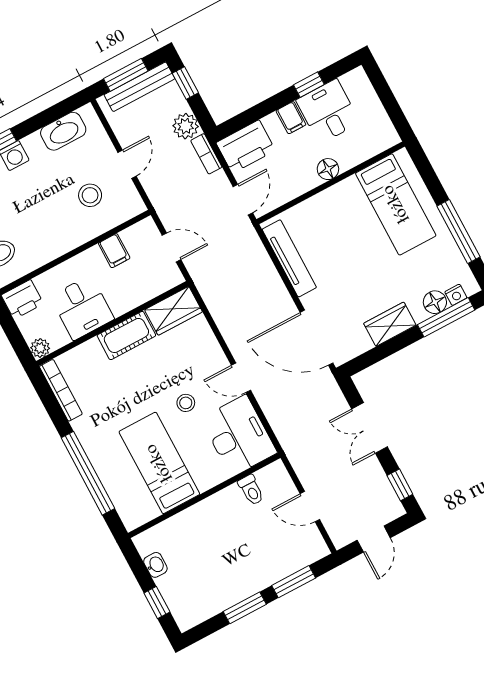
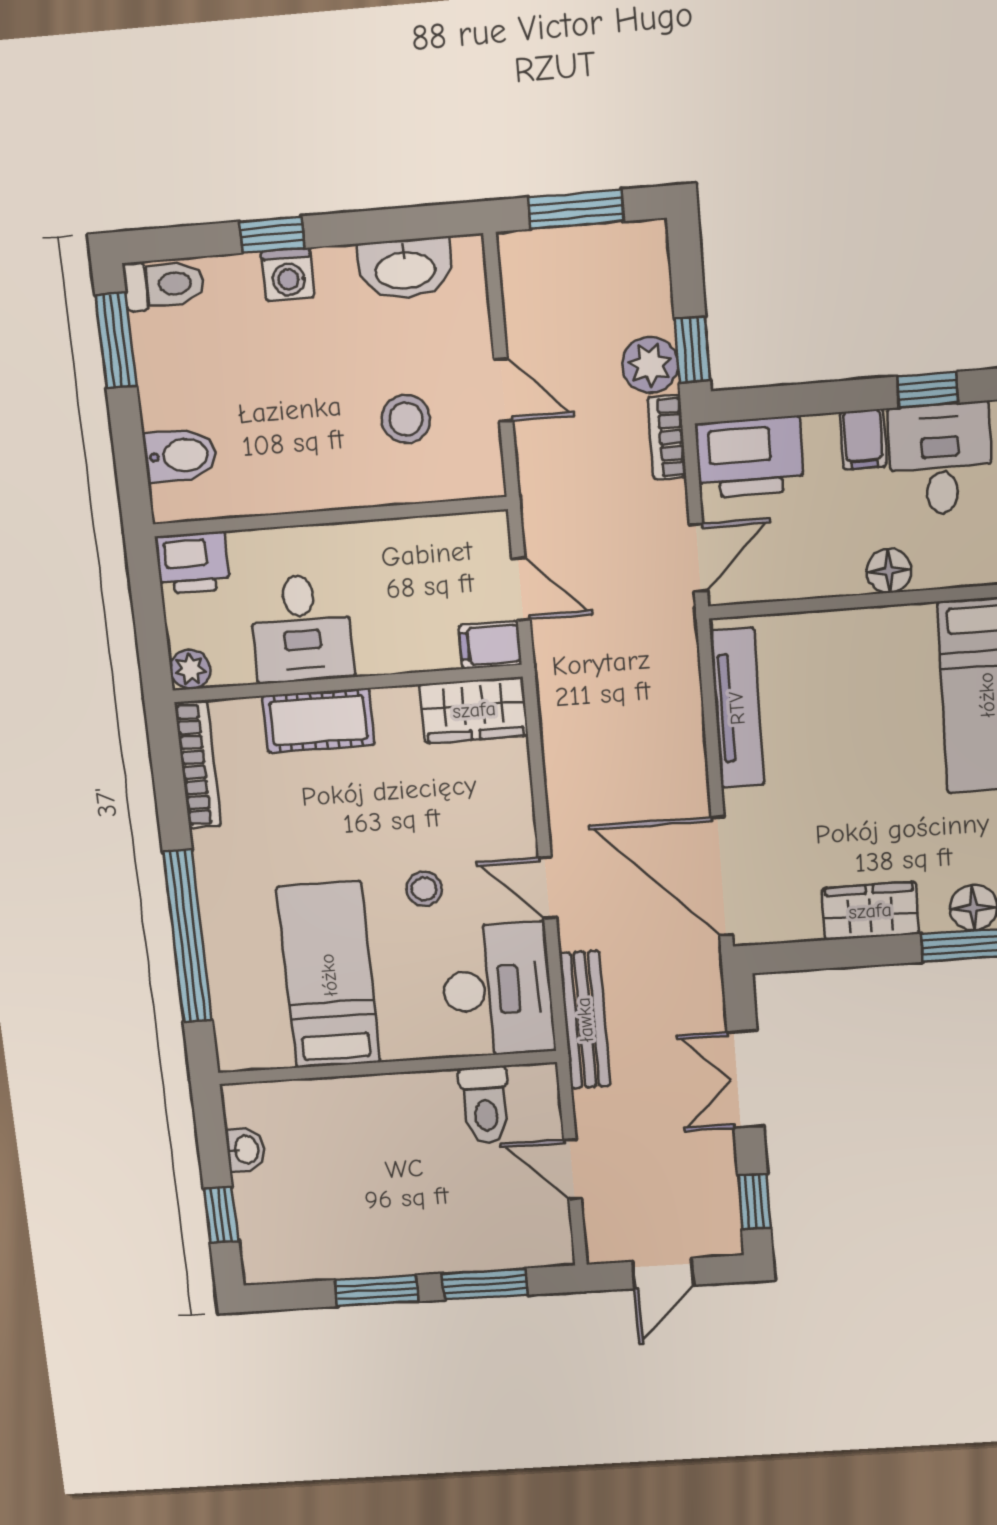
window: (185, 83) -> (692, 350), moved
bench: (139, 87) -> (585, 1020), moved, turned 90
door: (127, 164) -> (503, 390), hinge flipped
filing cabinet: (114, 251) -> (490, 645), moved, turned 90
cot: (126, 336) -> (318, 721), moved
toilet: (251, 490) -> (485, 1105), width x1.37, depth x1.39

